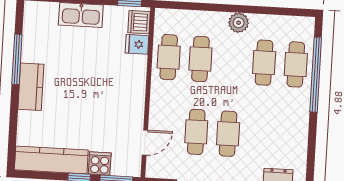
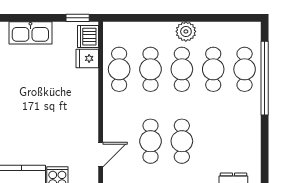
cafe table: (232, 61) -> (182, 69), added

